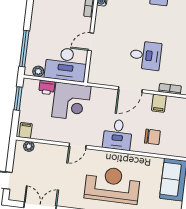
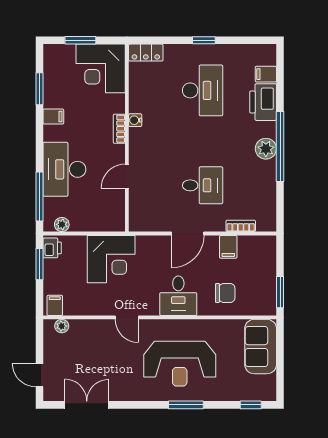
desk: (66, 64) -> (64, 169), moved, turned 90
printer: (47, 87) -> (52, 248), moved, turned -90
door: (78, 146) -> (127, 317), hinge flipped
reception desk: (112, 185) -> (180, 364), turned 180

